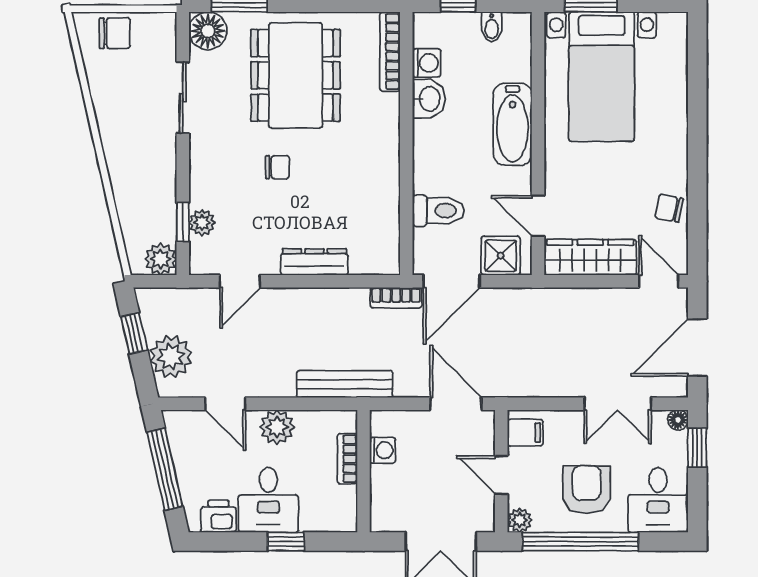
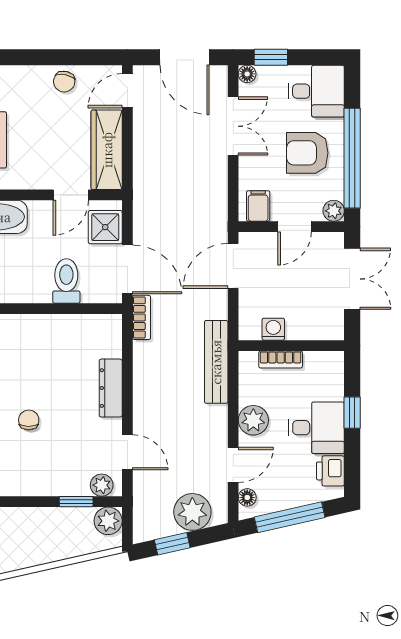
plant: (202, 223) -> (102, 485), moved
floor lamp: (188, 420) -> (247, 497), added

